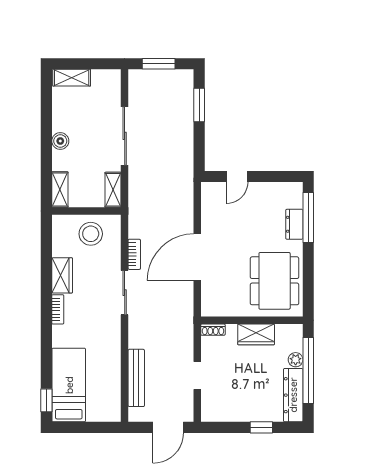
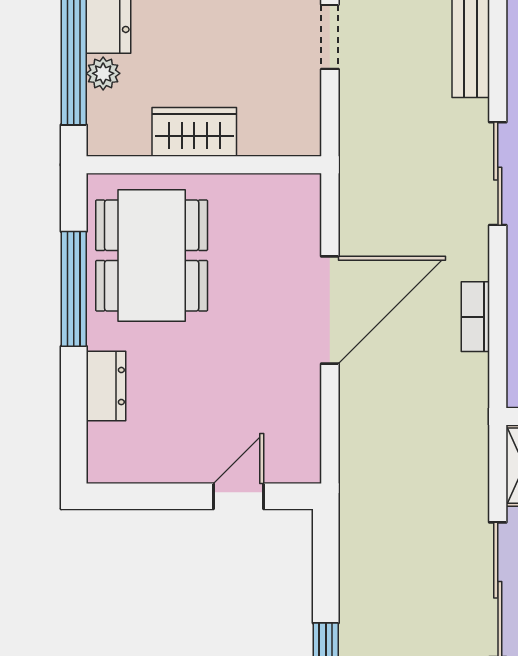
window: (308, 218) -> (74, 289), moved
sliding door: (125, 293) -> (498, 174), moved
shoe rack: (213, 330) -> (294, 143), removed

